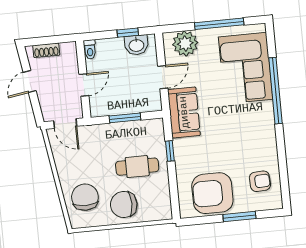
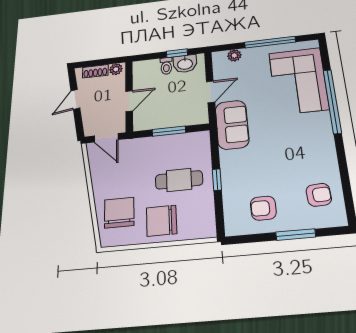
plant: (185, 44) -> (234, 55), width x0.53, depth x0.53
plant: (67, 49) -> (116, 69), added
toilet: (90, 49) -> (166, 66), moved
window: (170, 151) -> (217, 180), moved
armchair: (212, 193) -> (263, 208), width x0.53, depth x0.53

